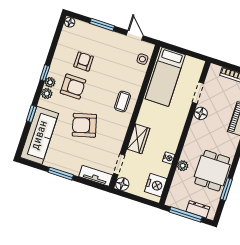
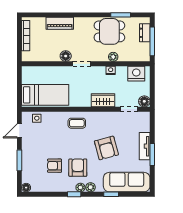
doorway: (198, 93) -> (82, 64), moved
tv unit: (96, 176) -> (145, 146), moved

